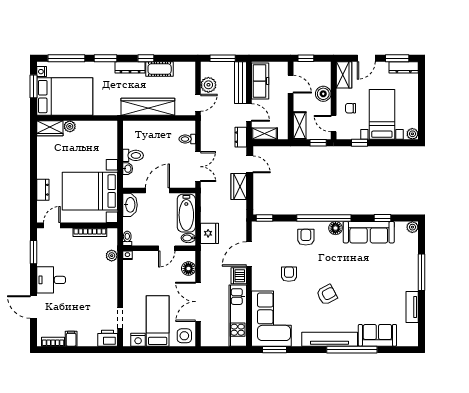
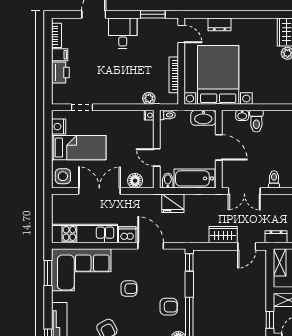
printer: (108, 338) -> (60, 73), moved

